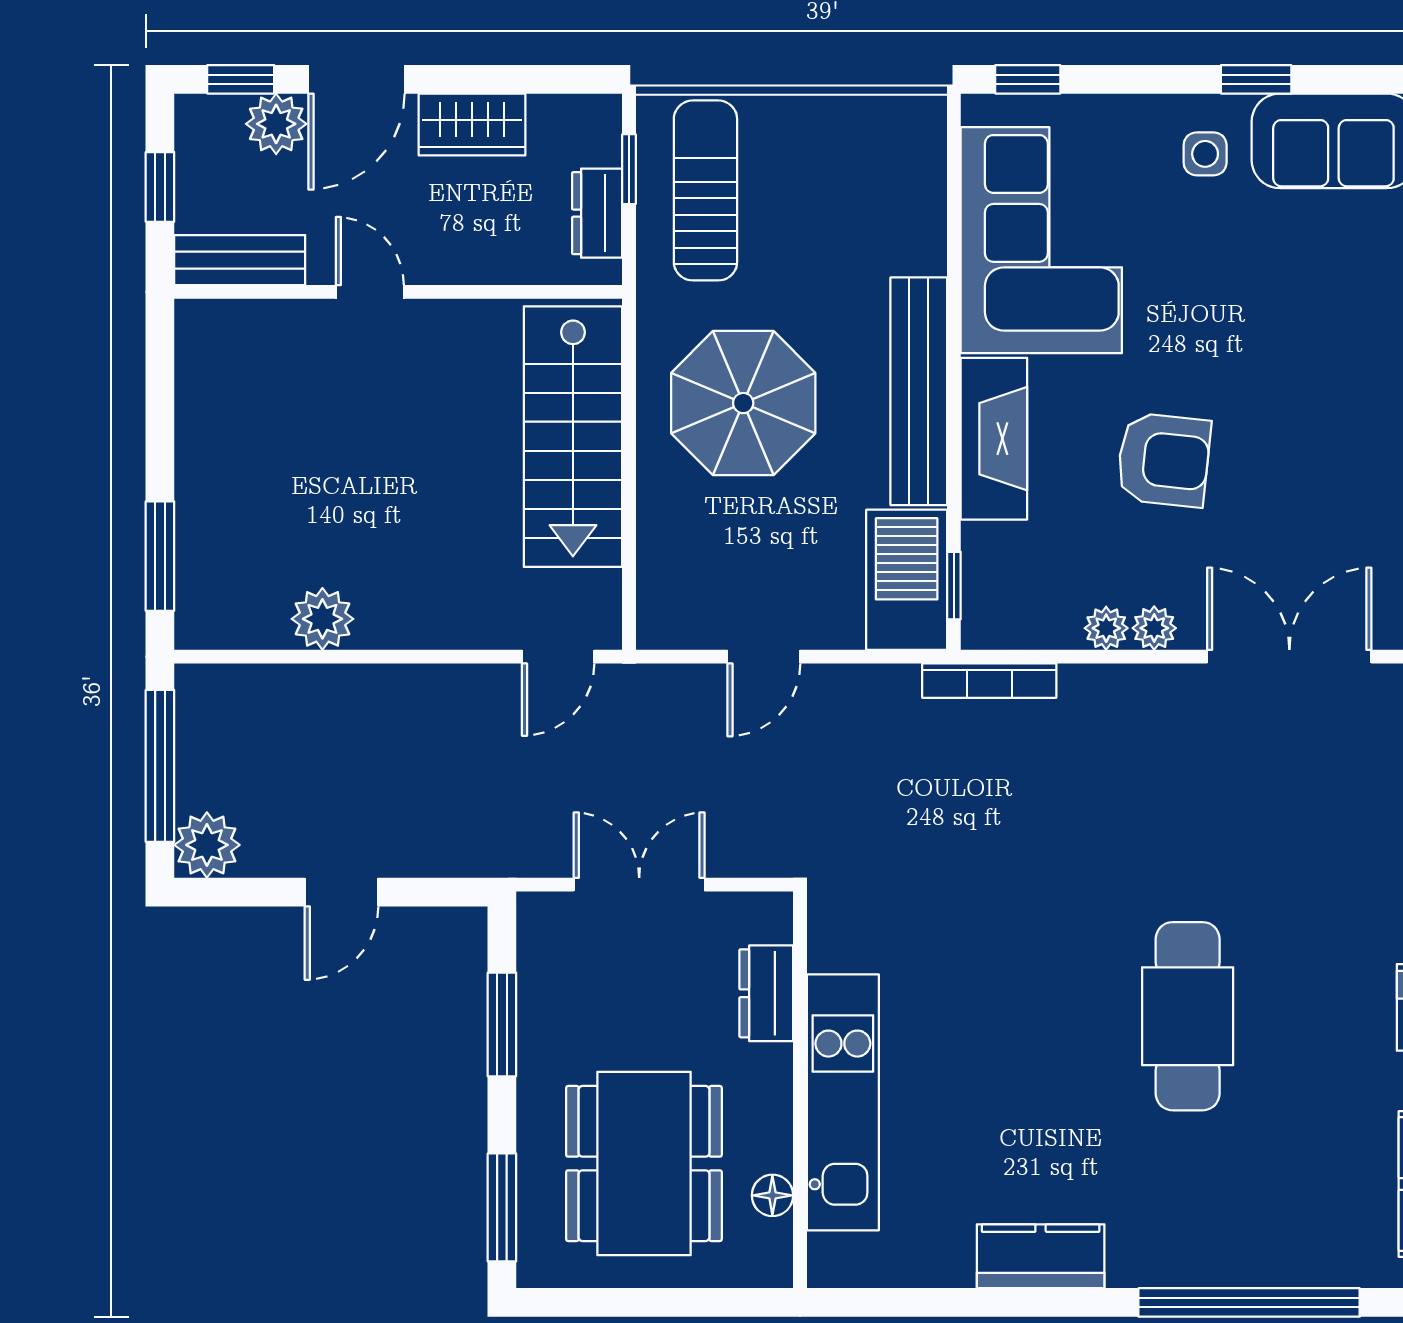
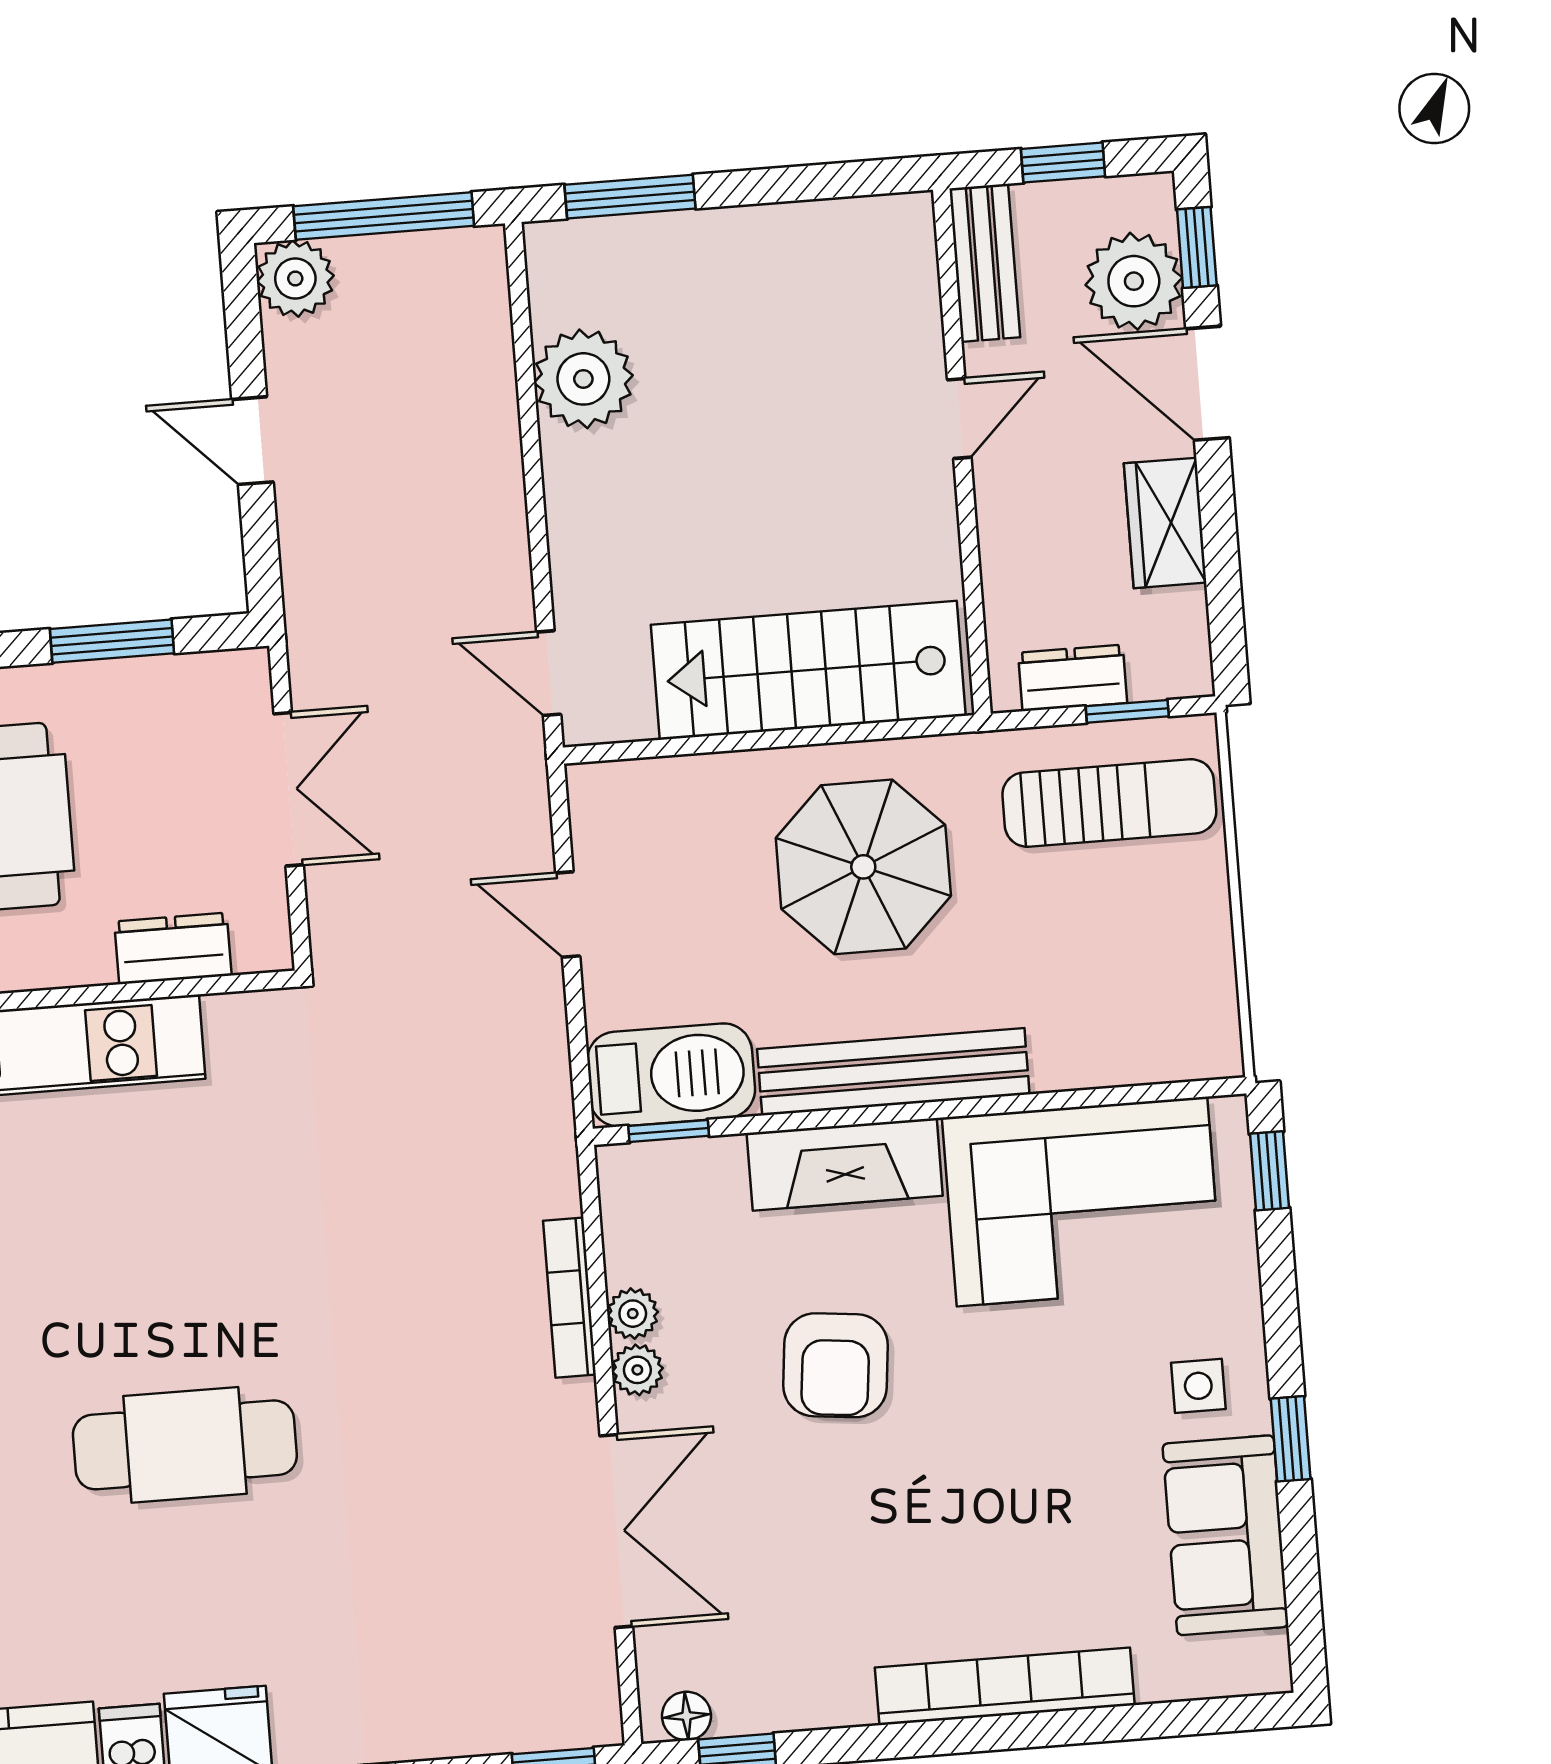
plant: (276, 124) -> (1134, 281), width x1.36, depth x1.36
plant: (322, 619) -> (583, 379), width x1.36, depth x1.36
bookcase: (989, 681) -> (570, 1298), moved

